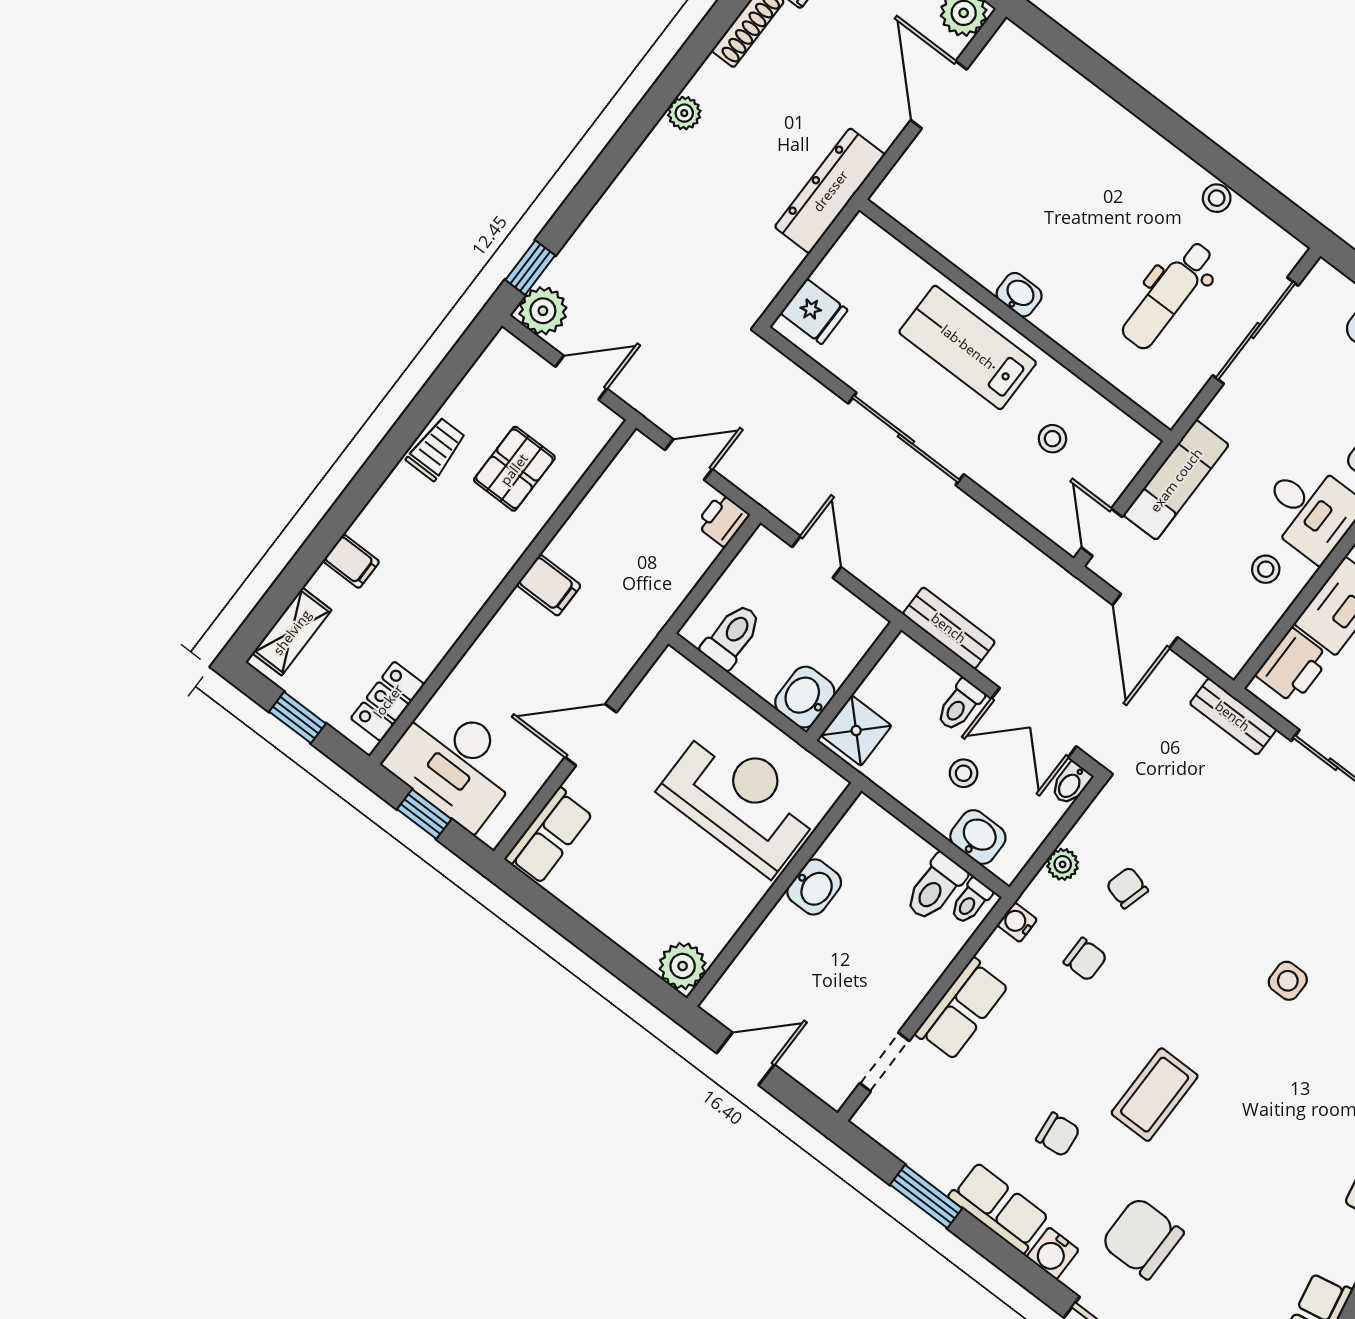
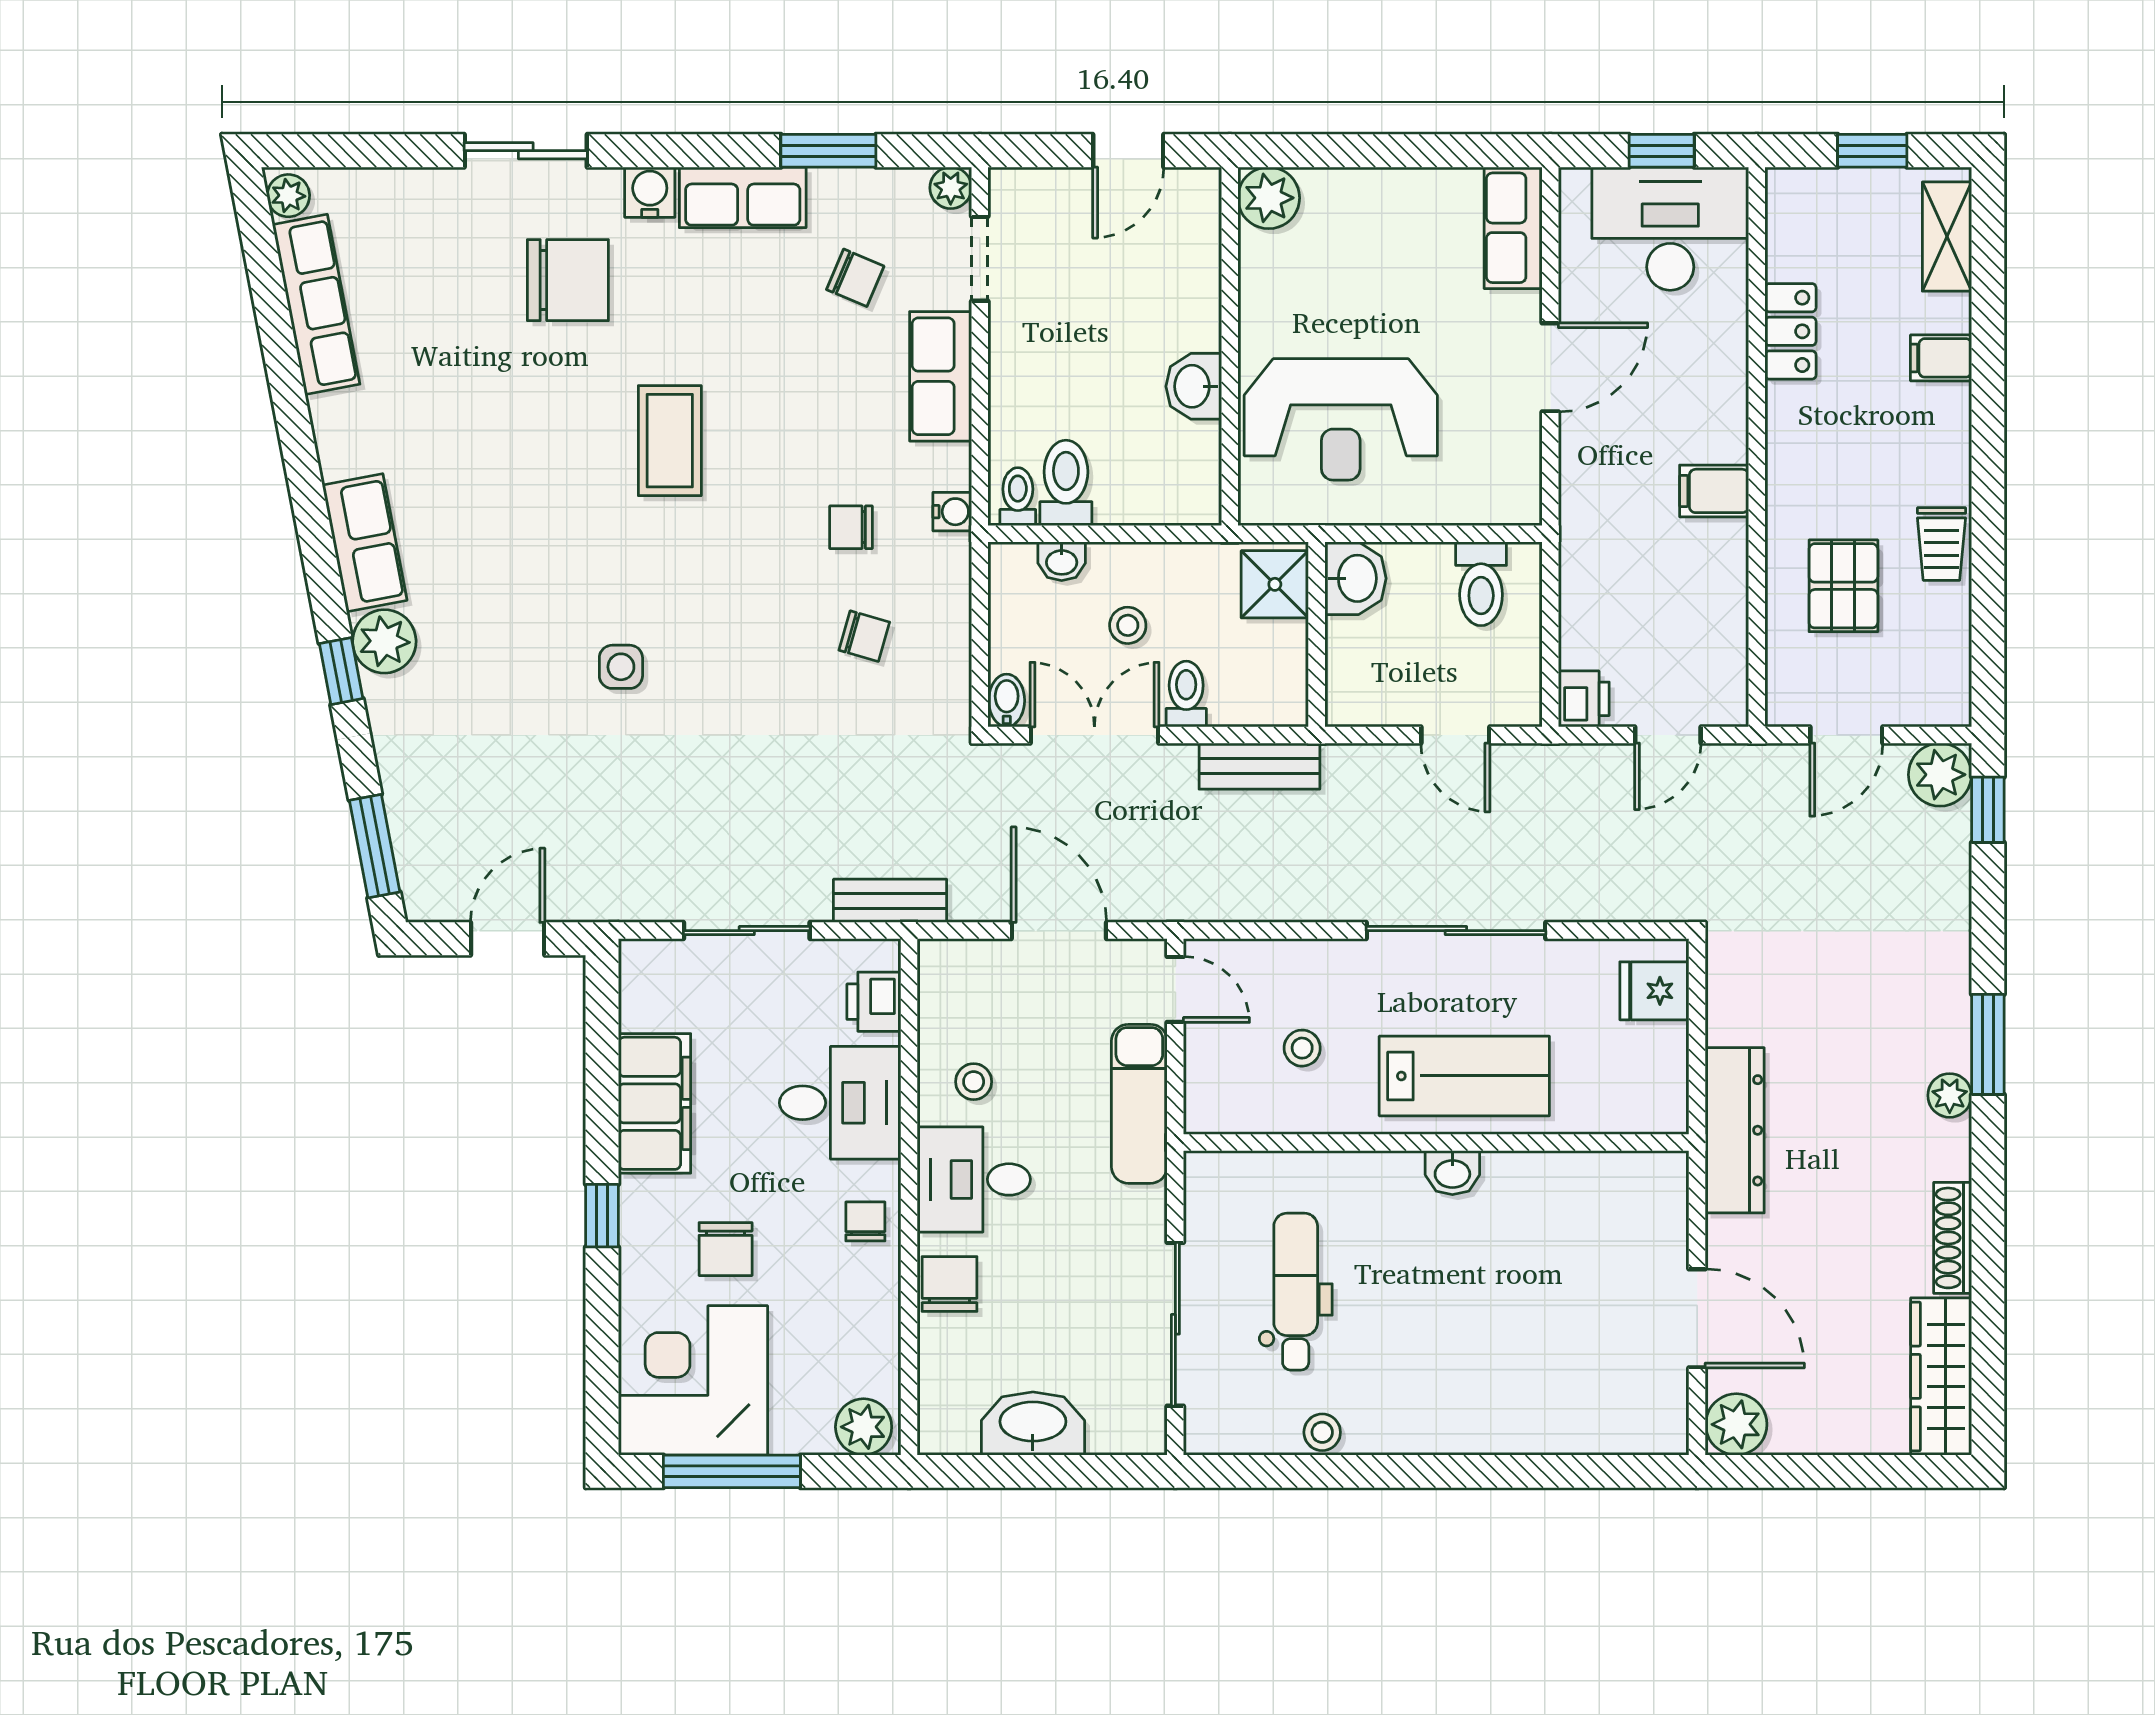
window: (638, 126) -> (1988, 1044), added
printer: (1293, 666) -> (874, 1002), width x0.73, depth x0.81
locker: (388, 701) -> (1790, 331), moved
washbasin: (978, 837) -> (1062, 561), width x0.72, depth x0.69
plant: (1063, 864) -> (951, 188), moved
chair: (1058, 1134) -> (855, 278), moved, turned -151

